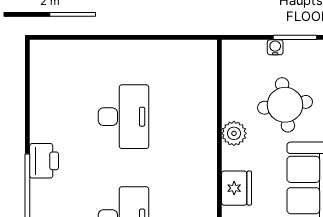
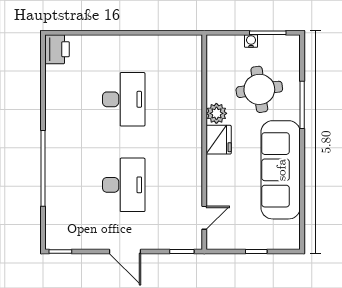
printer: (44, 161) -> (57, 49), moved
fridge: (236, 188) -> (219, 140), moved

